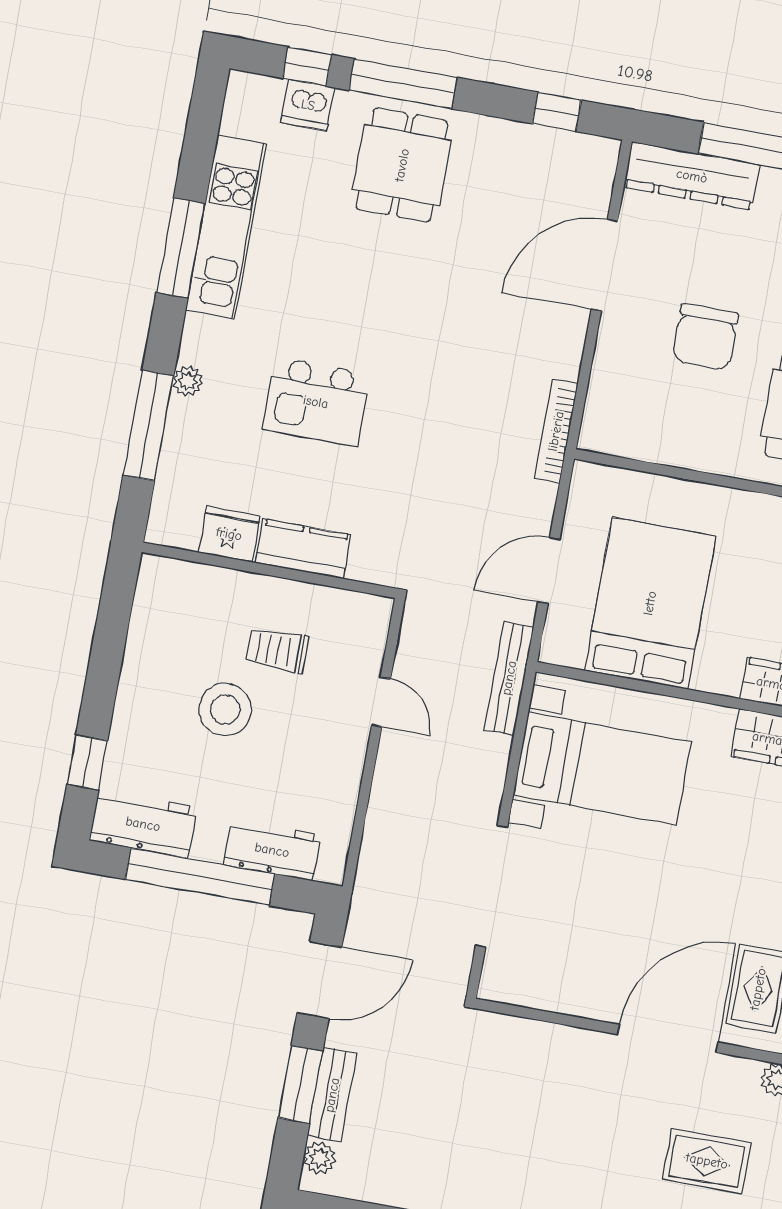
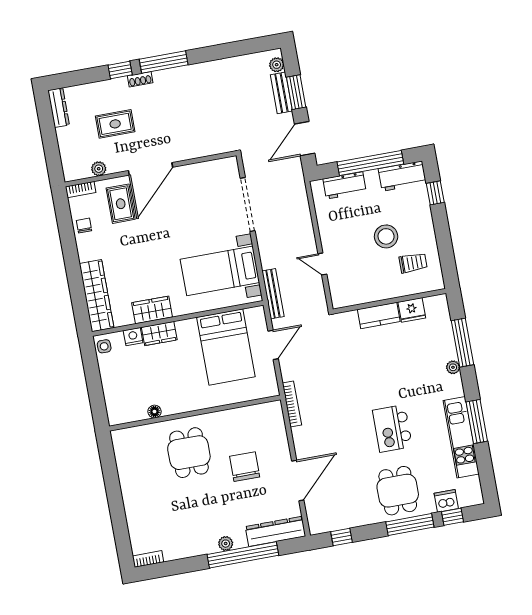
kitchen island: (316, 402) -> (392, 428), moved, turned -90
trolley: (277, 650) -> (413, 263), moved

